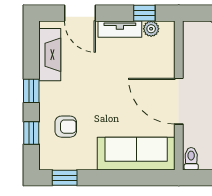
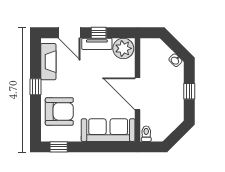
window: (144, 13) -> (99, 33), moved
plant: (151, 29) -> (123, 48), width x1.88, depth x1.88
armchair: (66, 127) -> (59, 111), width x1.88, depth x1.88
window: (31, 133) -> (36, 116), removed

